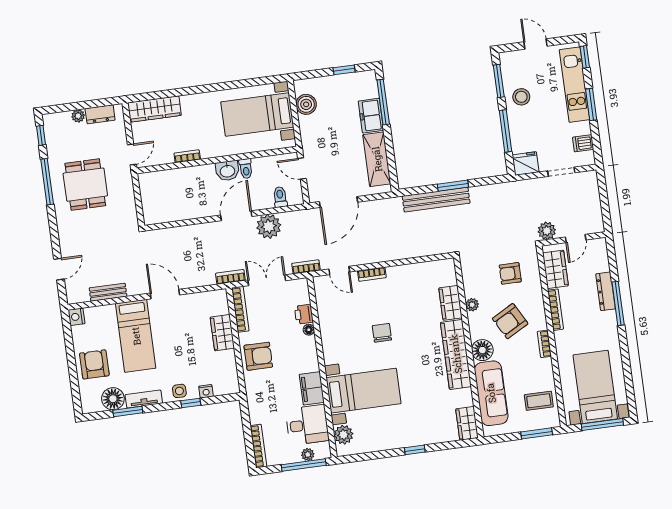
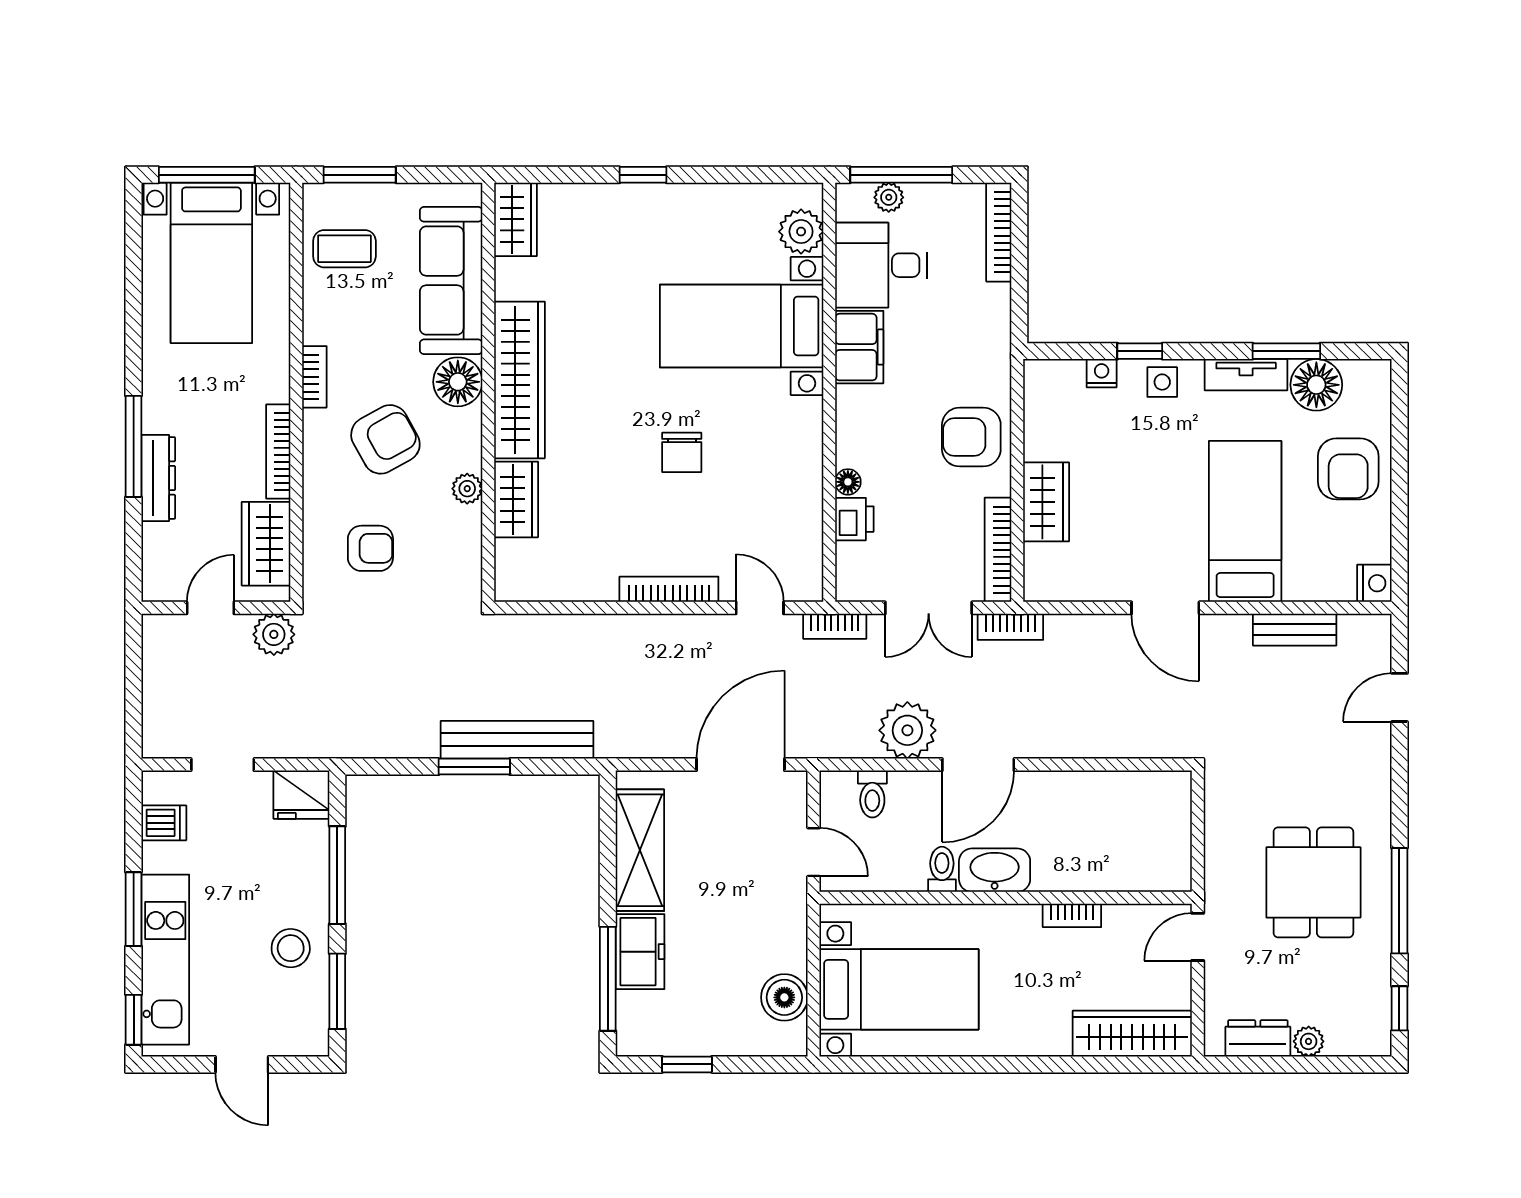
washbasin: (227, 171) -> (995, 870), width x1.38
bookcase: (372, 274) -> (669, 589), width x1.56

